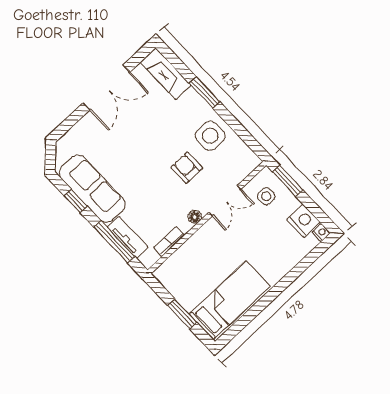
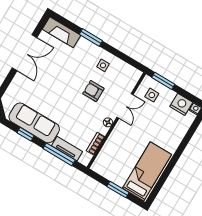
side table: (210, 136) -> (103, 65), width x0.54, depth x0.54

